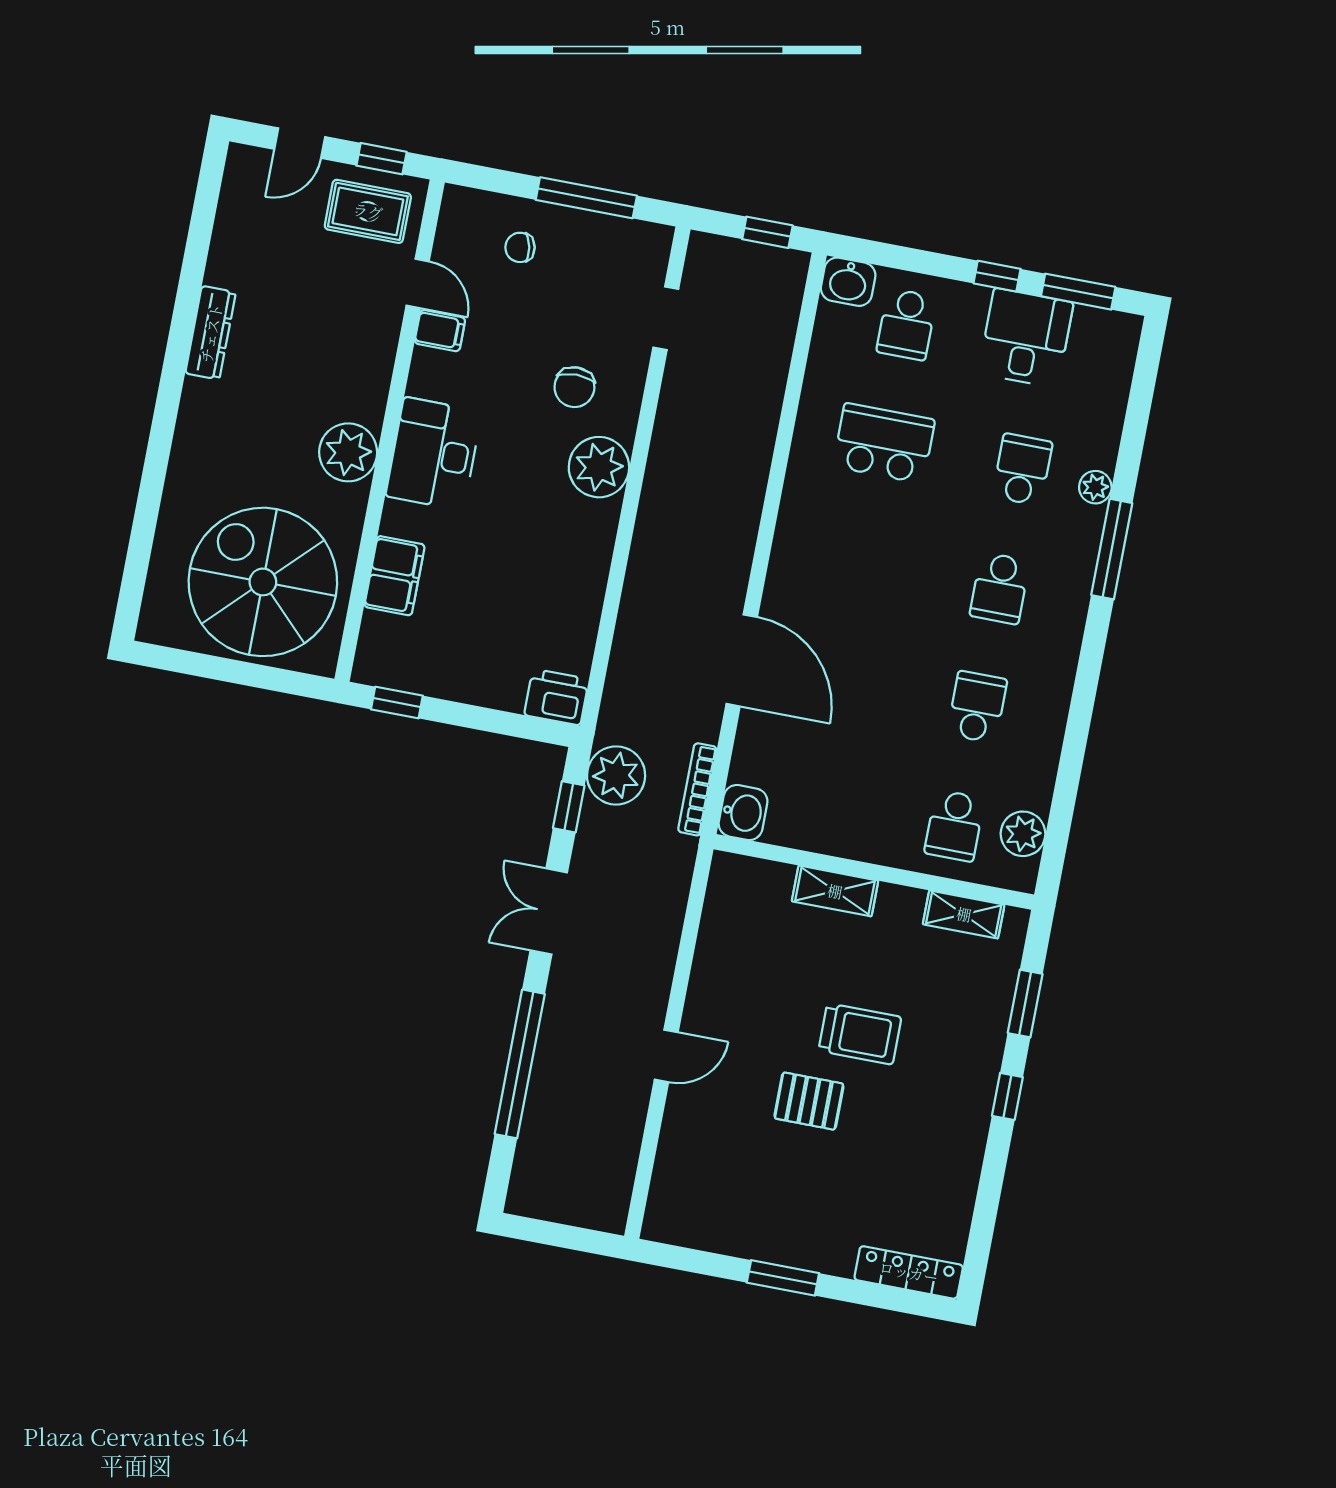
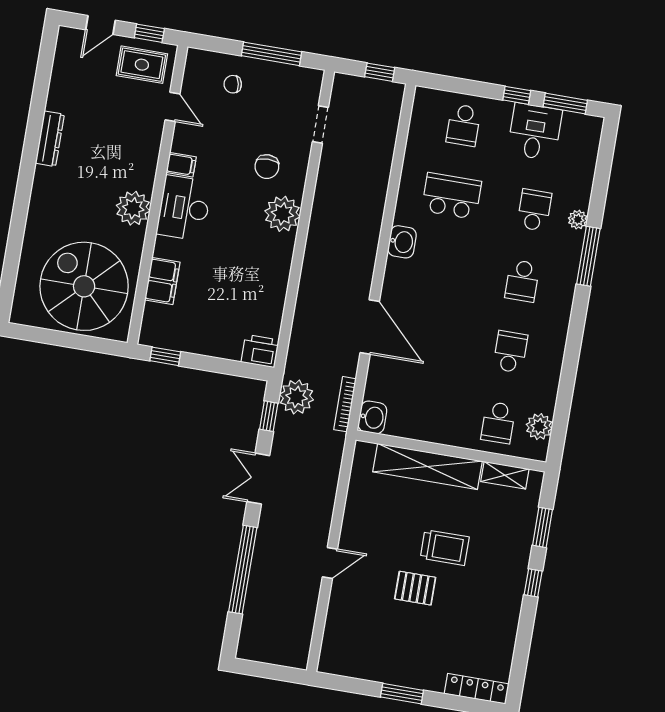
washbasin: (848, 282) -> (402, 242), moved, turned -90
filing cabinet: (440, 331) -> (181, 165), moved
shelving: (835, 891) -> (427, 466), width x2.20, depth x1.33

